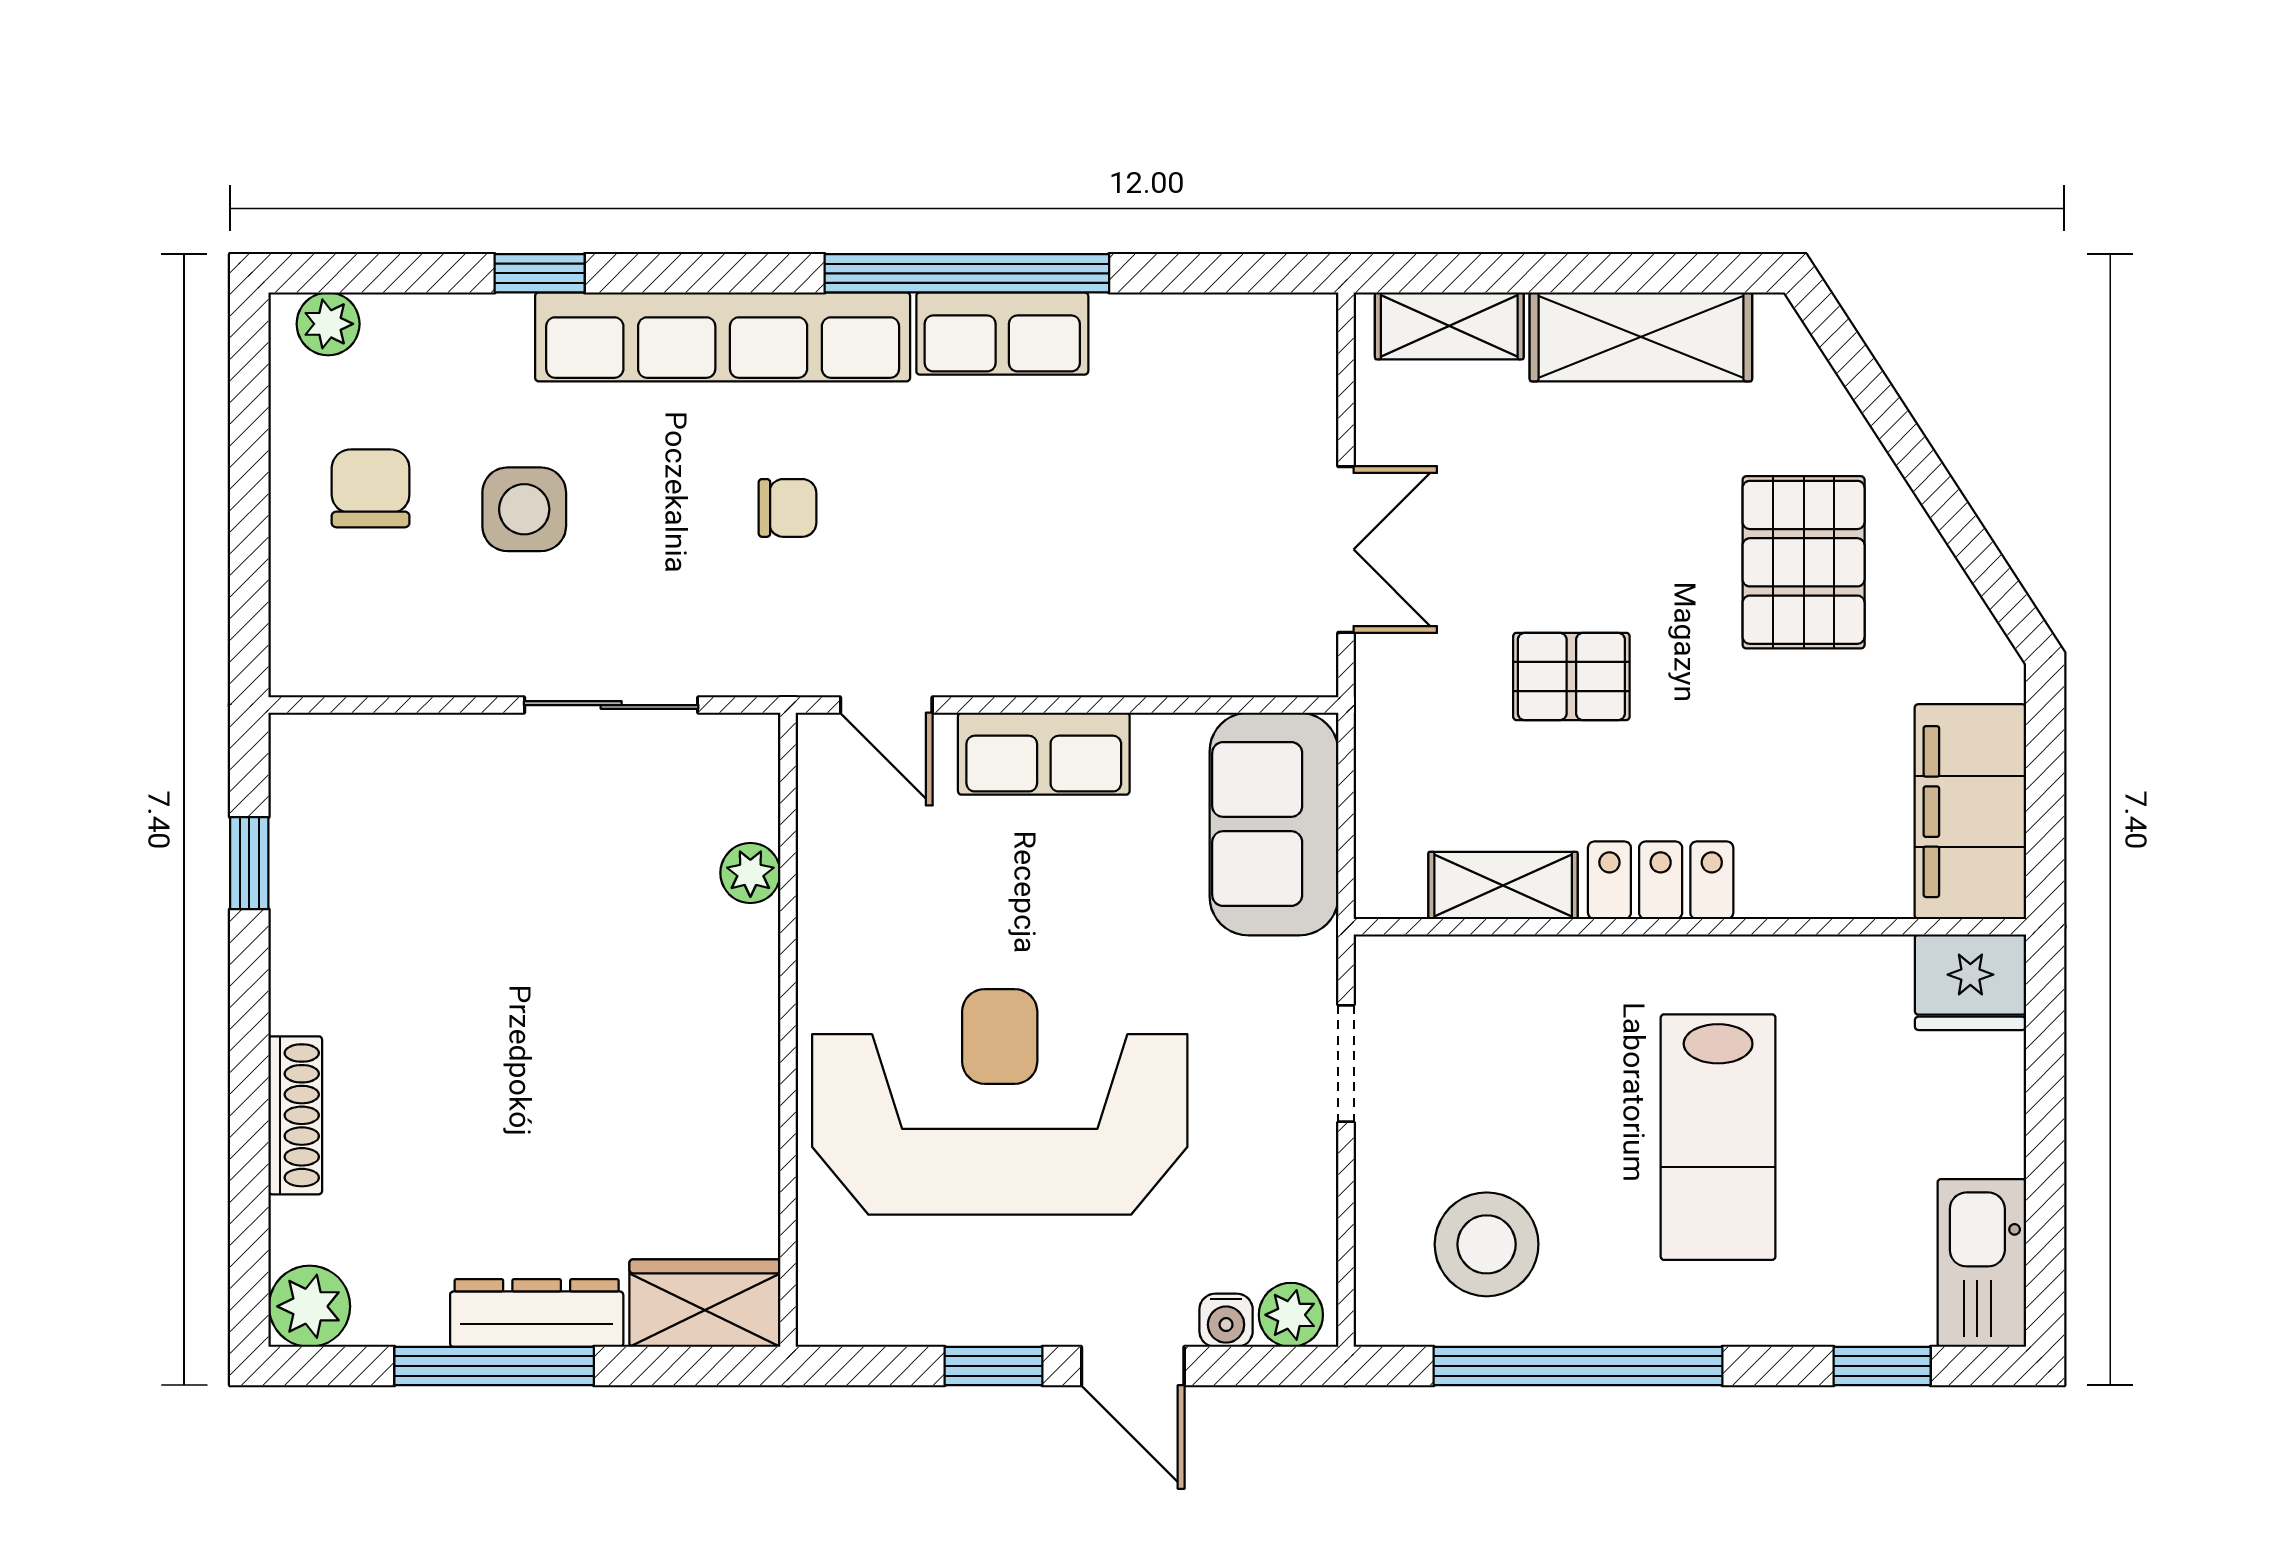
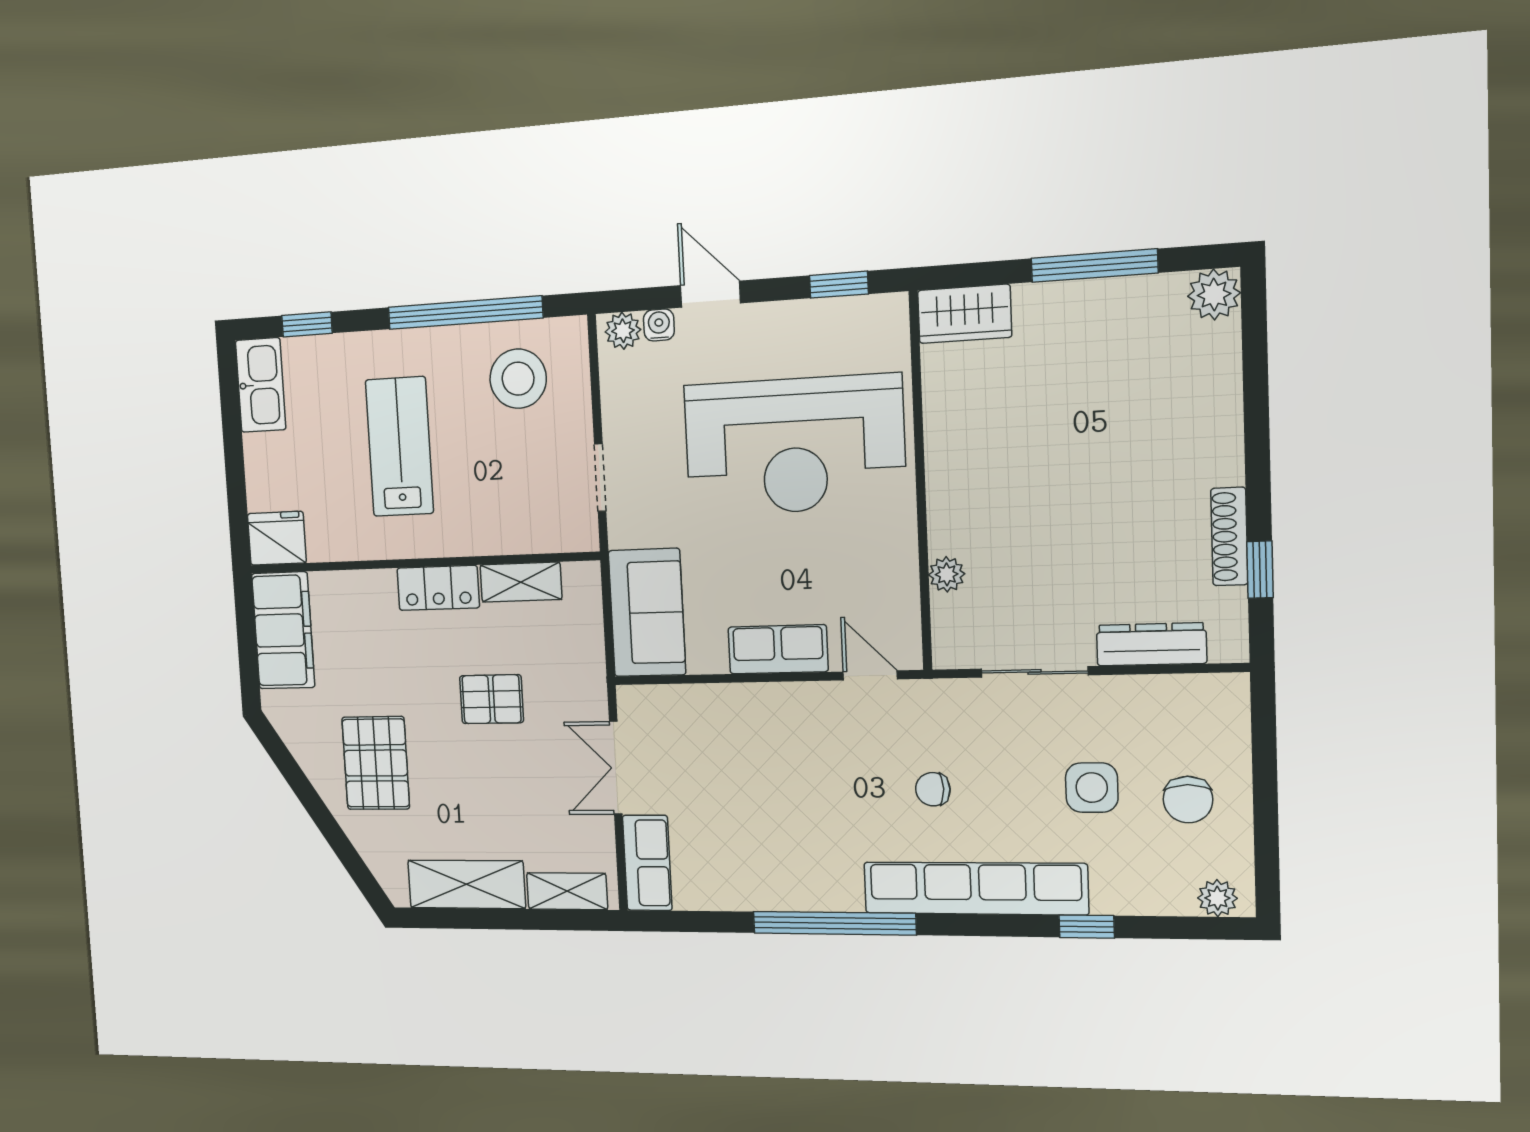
row of seats: (1002, 334) -> (647, 863), moved, turned 90
shoe rack: (295, 1115) -> (1229, 537), moved
dresser: (537, 1313) -> (1151, 644), moved, turned 180
window: (994, 1366) -> (839, 285), moved

